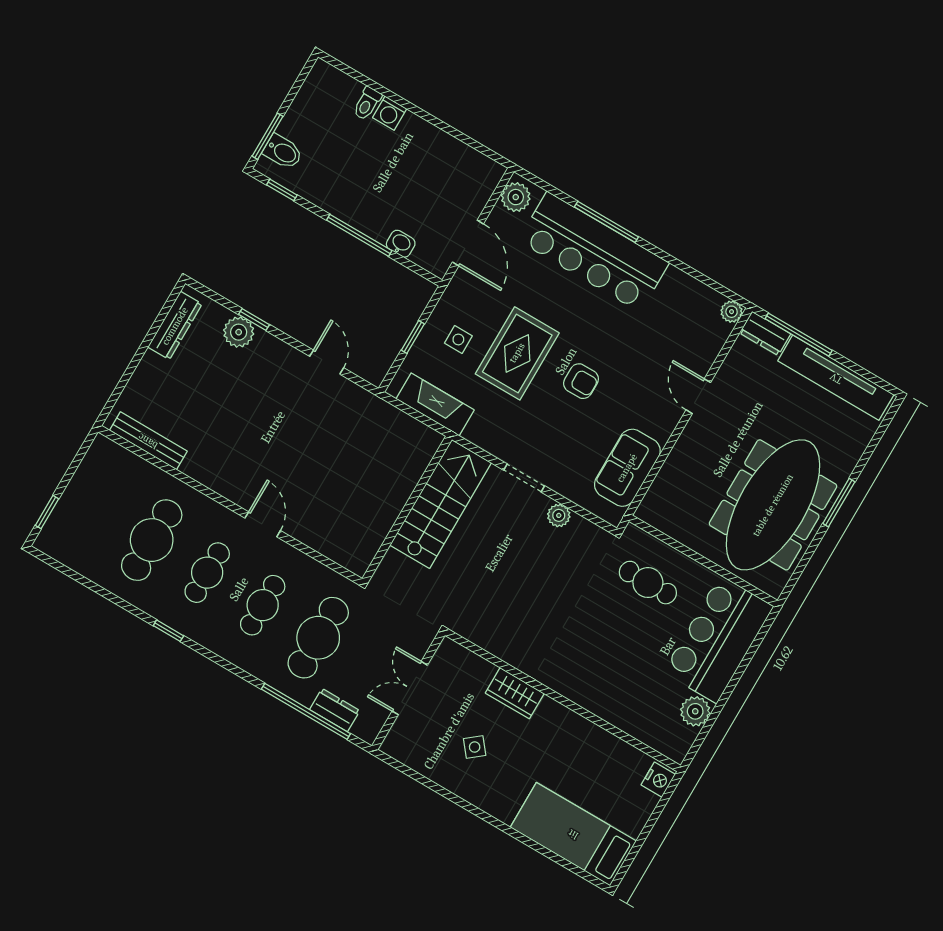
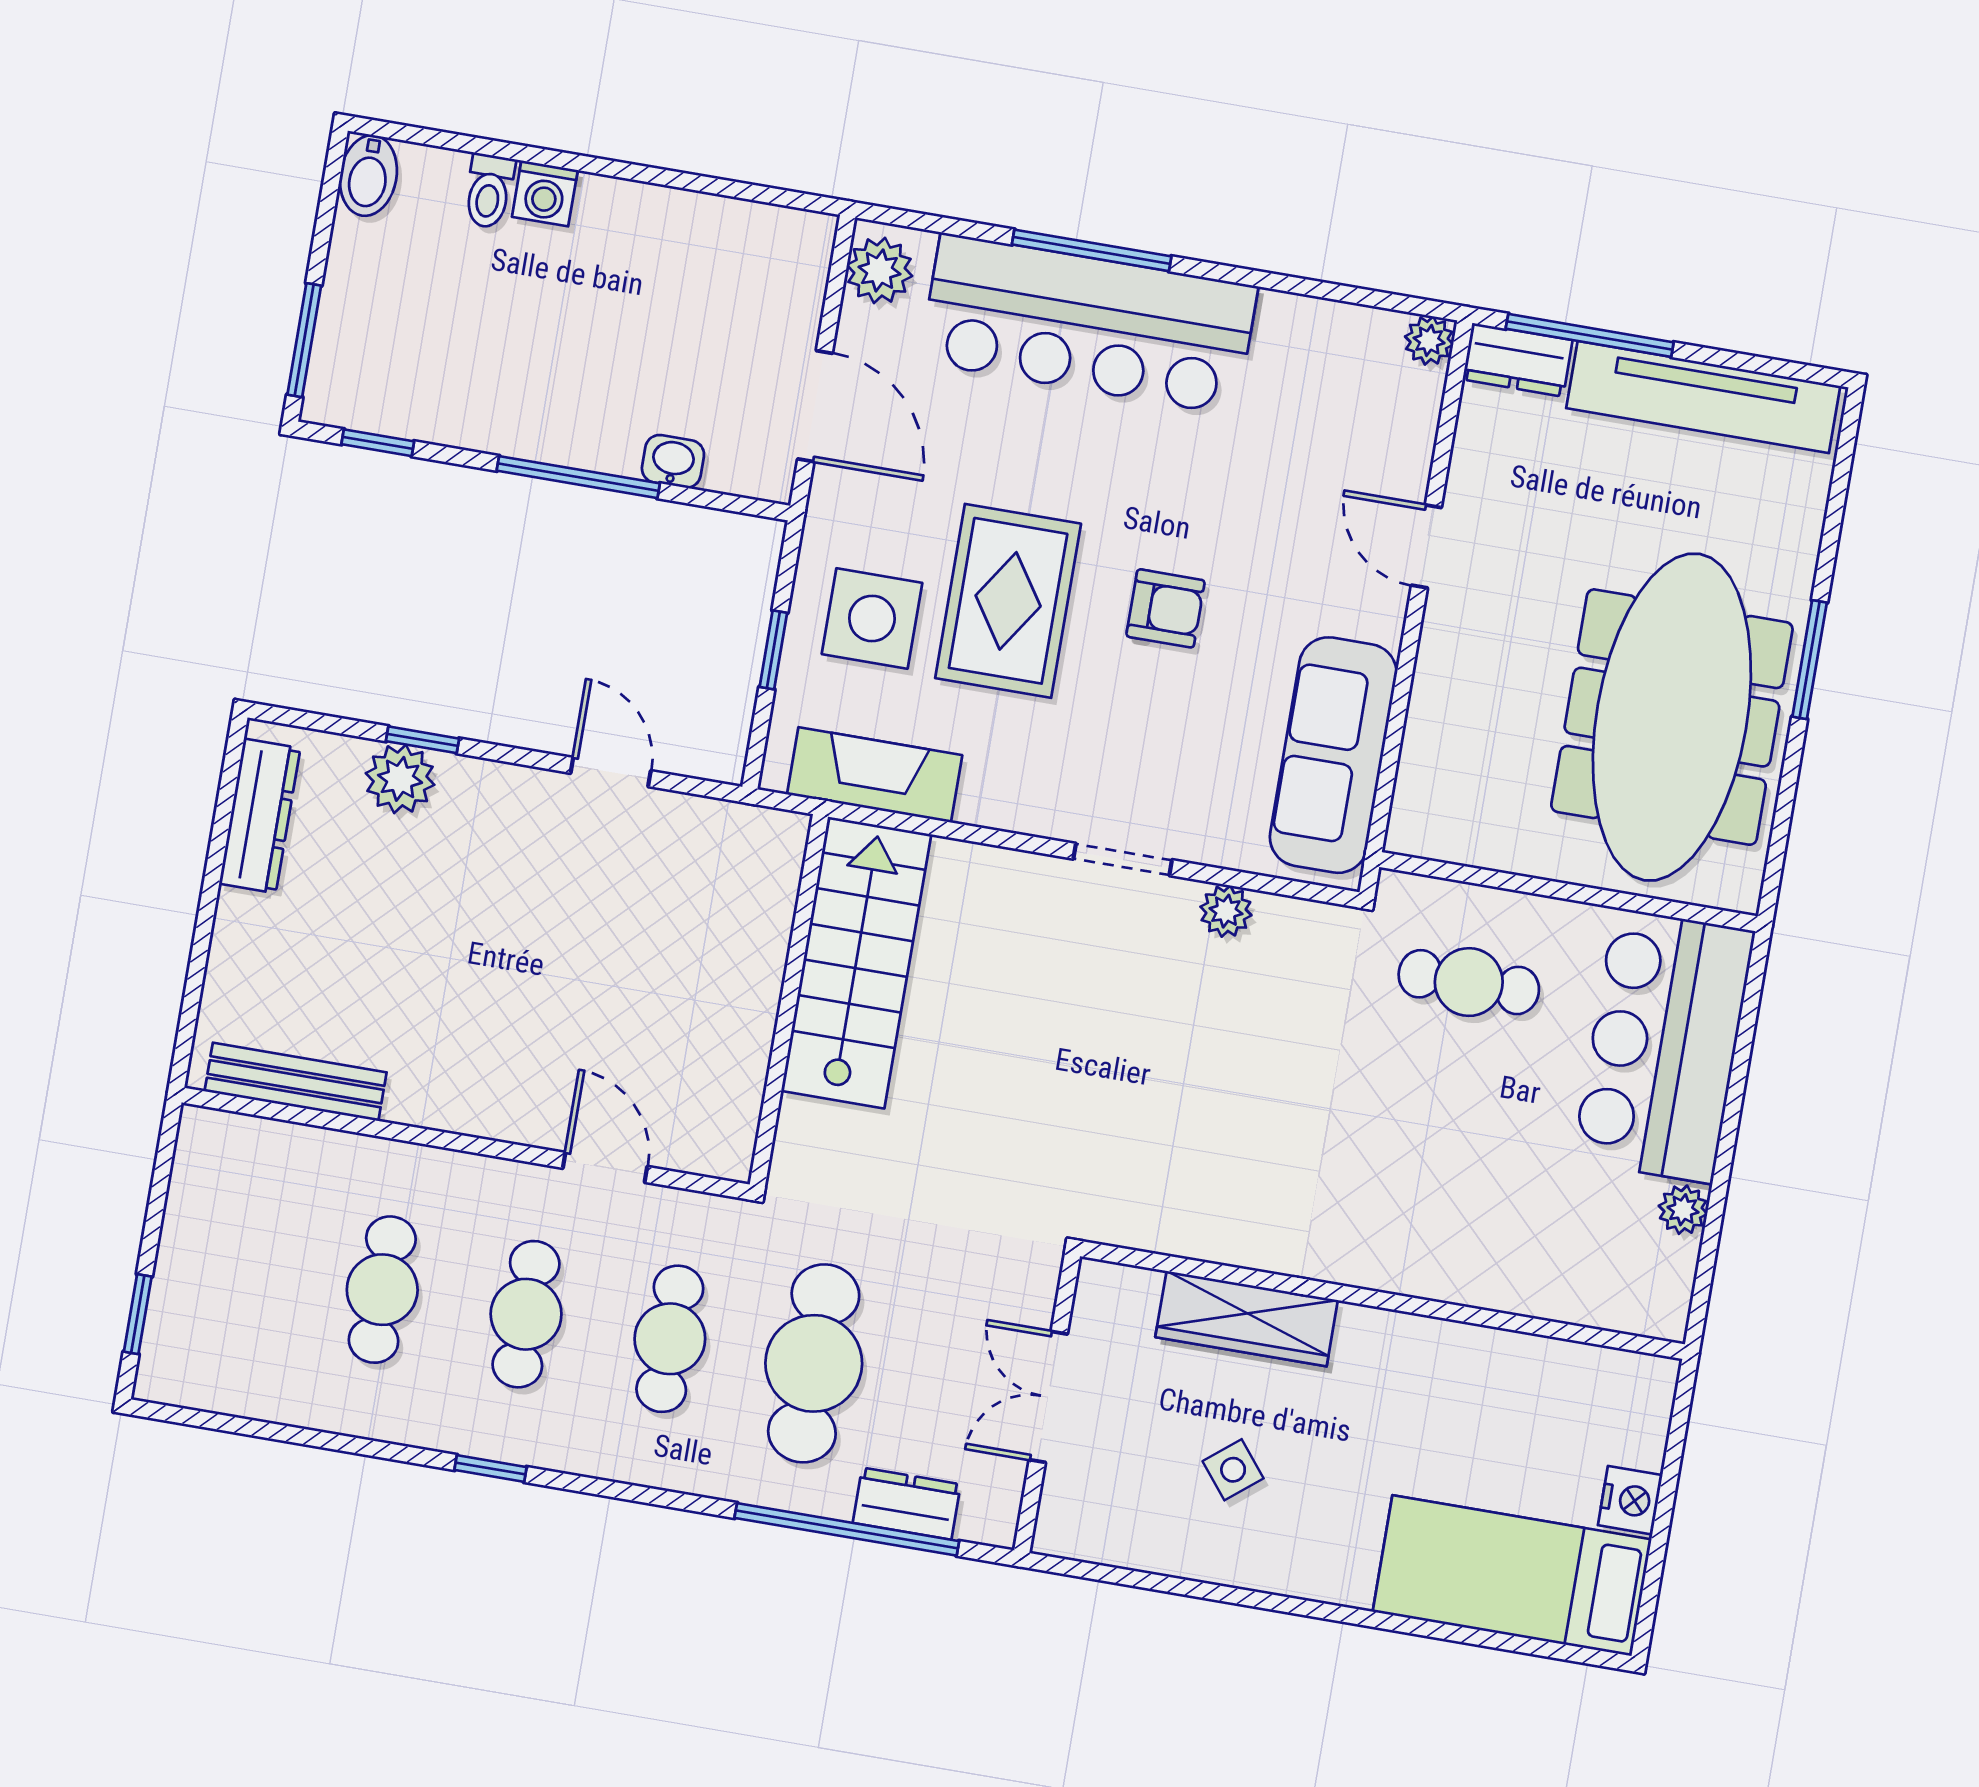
bidet: (283, 152) -> (368, 175), moved, turned 90
side table: (458, 339) -> (872, 618), width x1.87, depth x1.87
sofa: (627, 468) -> (1333, 755), width x1.36
stairs: (441, 504) -> (856, 963), moved
wall: (407, 509) -> (789, 1001), moved
cafe table: (152, 540) -> (382, 1290), width x0.73, depth x0.74
wardrobe: (515, 693) -> (1247, 1319), width x1.50
plant: (695, 711) -> (1683, 1210), width x0.73, depth x0.73
nightstand: (658, 780) -> (1630, 1500), moved

